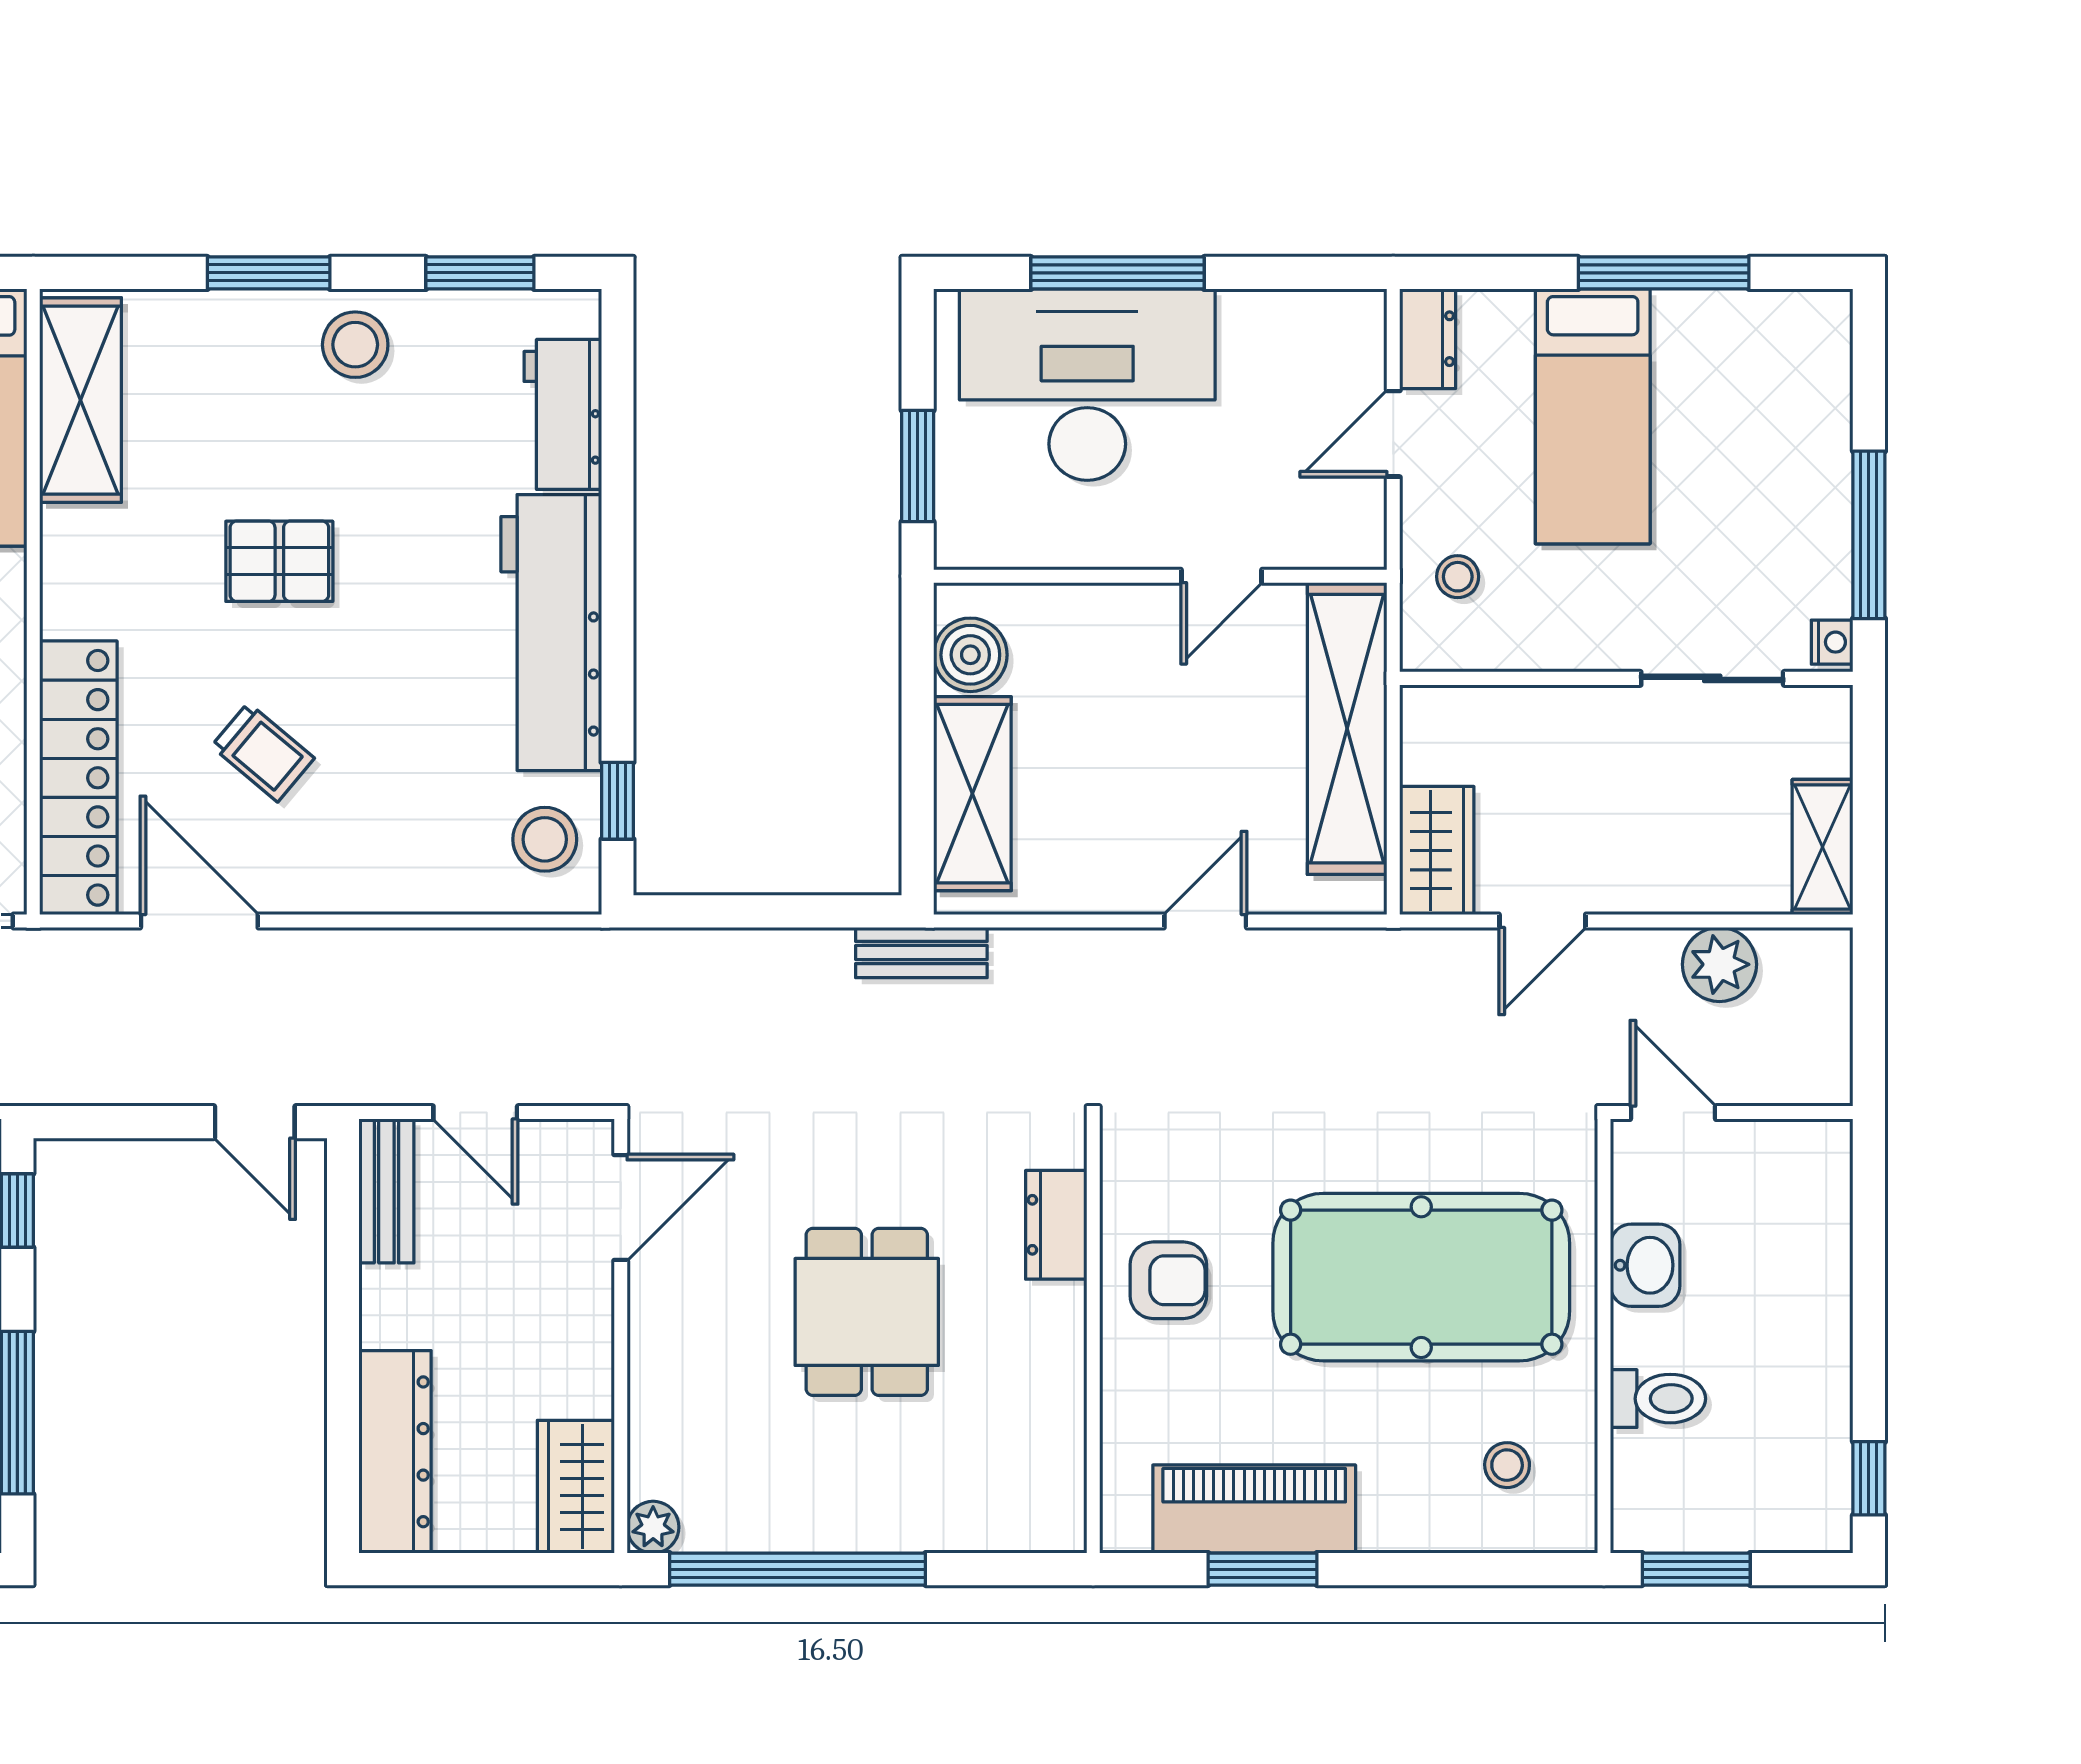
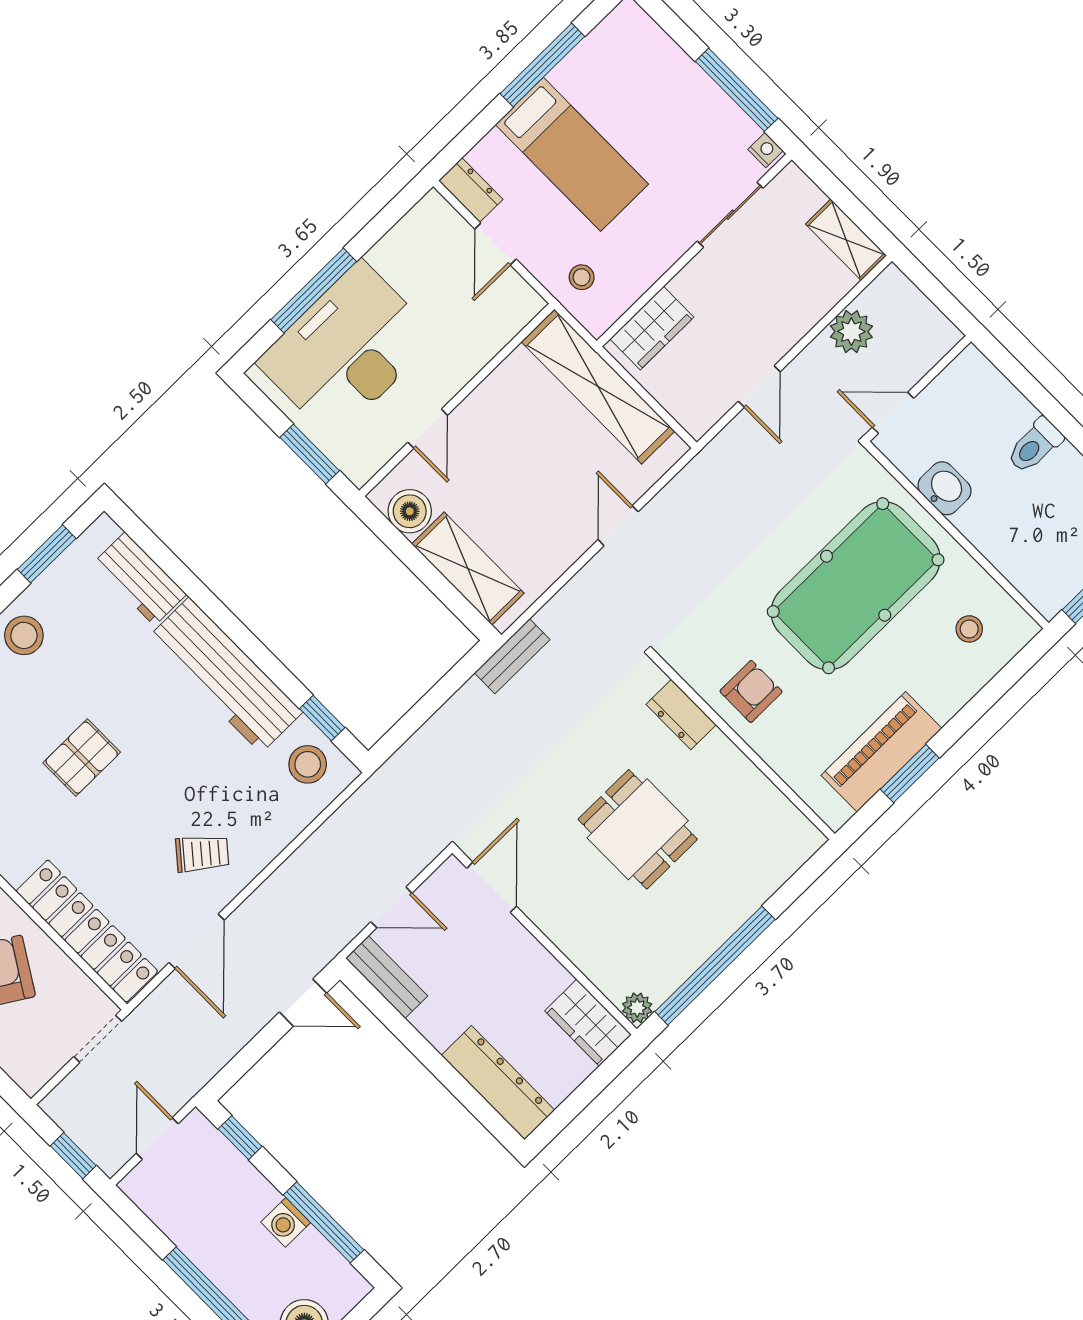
door: (1221, 576) -> (428, 429), moved
trolley: (263, 752) -> (202, 854), moved
wardrobe: (1437, 851) -> (652, 328), moved, turned 90
door: (199, 921) -> (197, 941), swing flipped
toilet: (1658, 1399) -> (1035, 446), moved, turned 180

